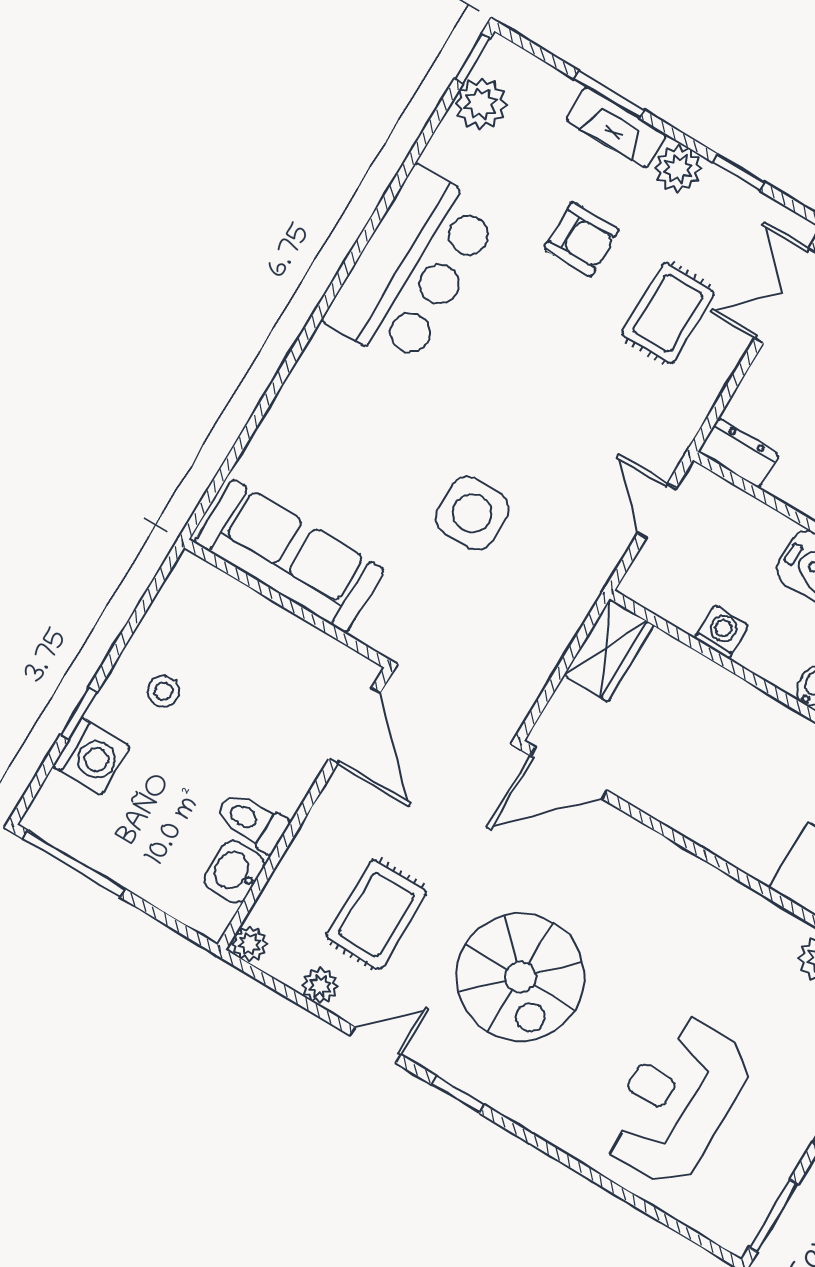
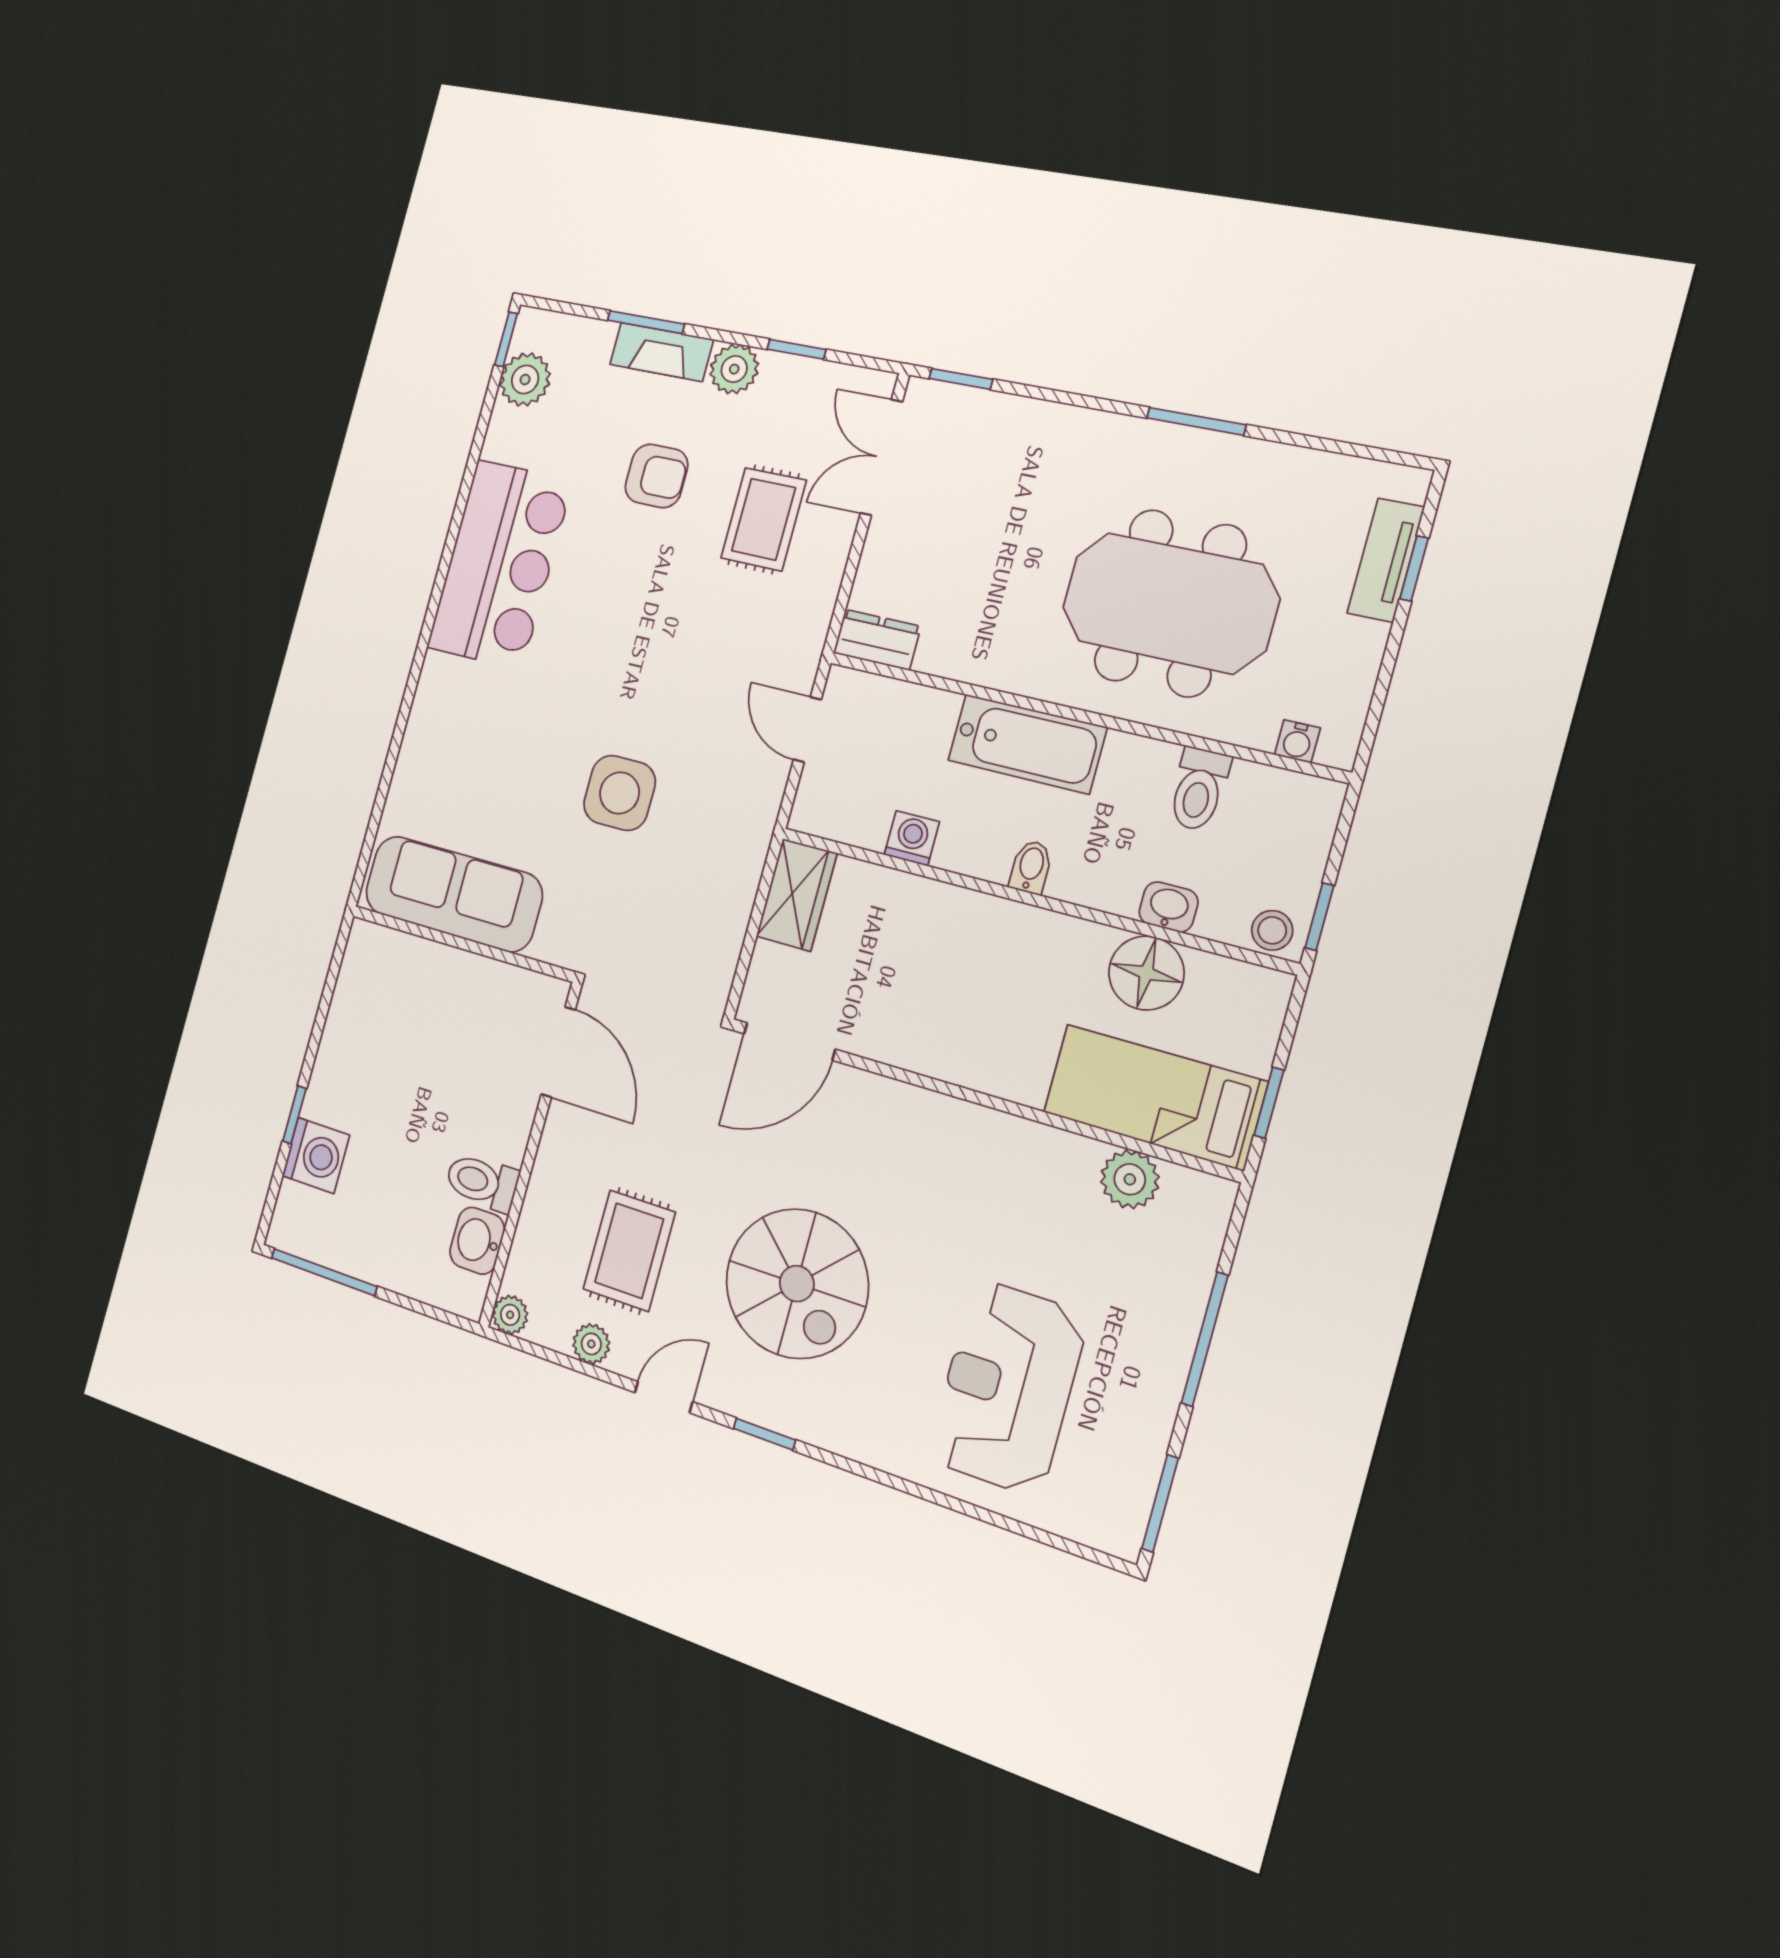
stool: (164, 691) -> (367, 1069), removed

